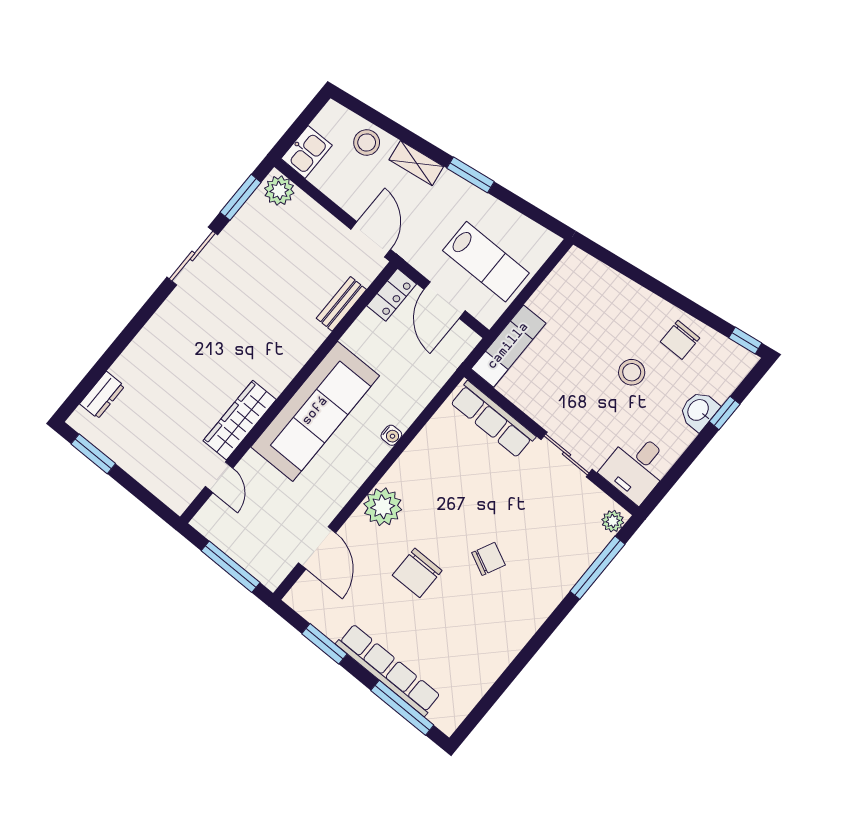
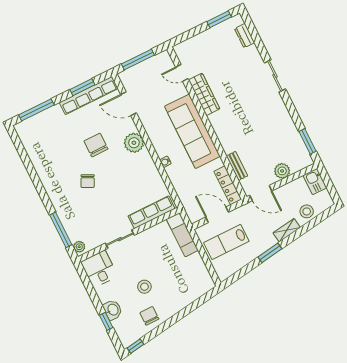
plant: (279, 191) -> (282, 171), moved
sliding door: (192, 256) -> (275, 76), moved
locker: (392, 295) -> (228, 185), width x1.53
row of seats: (388, 670) -> (89, 95), moved

